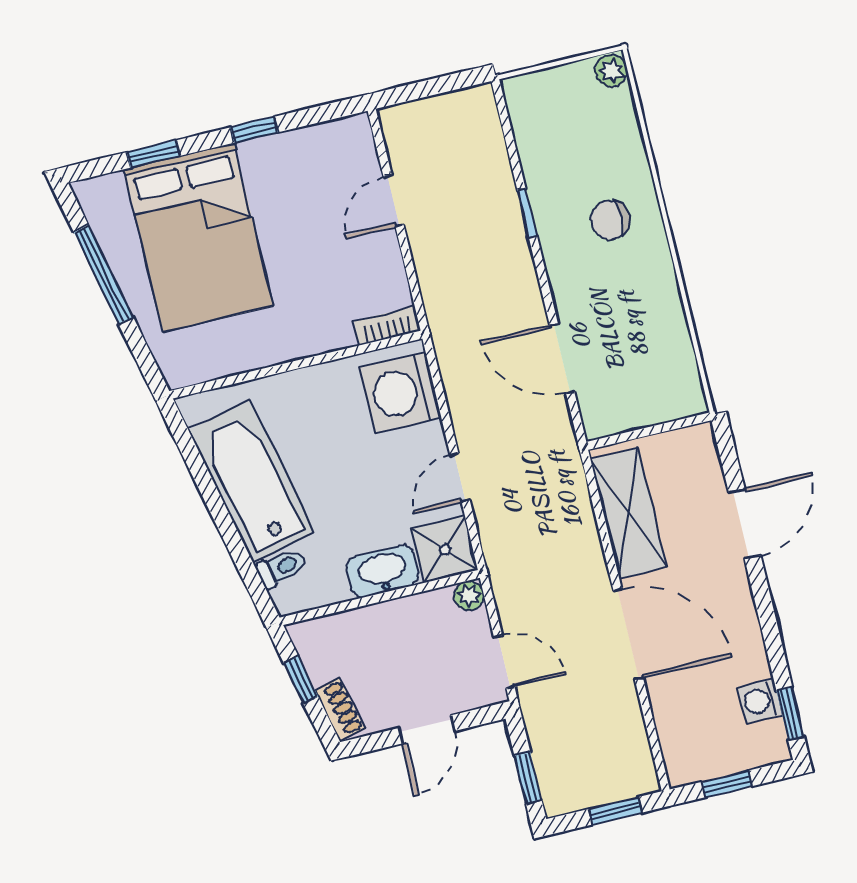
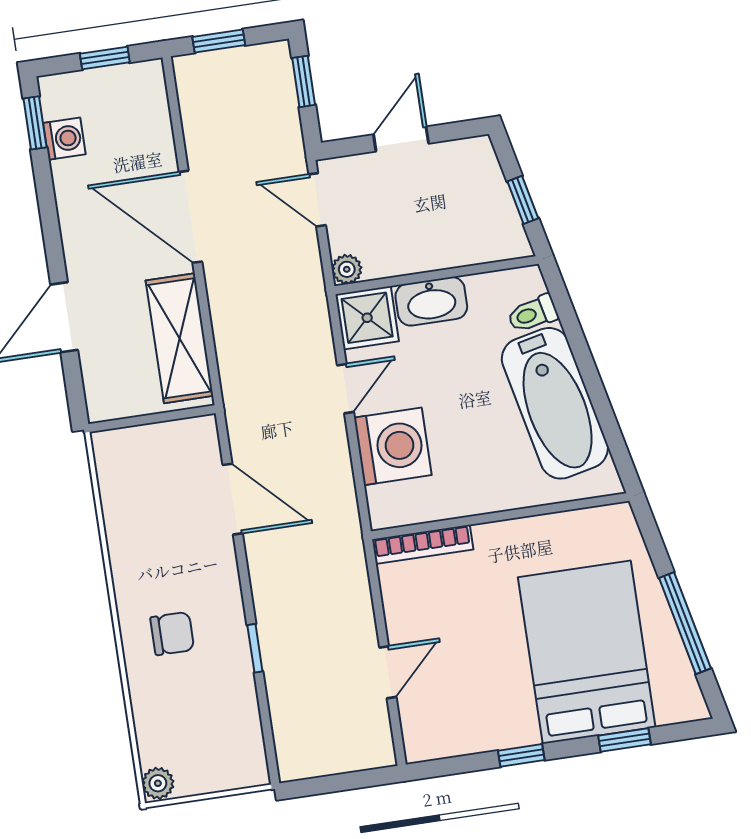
bookcase: (387, 326) -> (423, 544), width x1.56
washing machine: (400, 392) -> (393, 446), moved
shoe rack: (340, 709) -> (487, 167), removed

